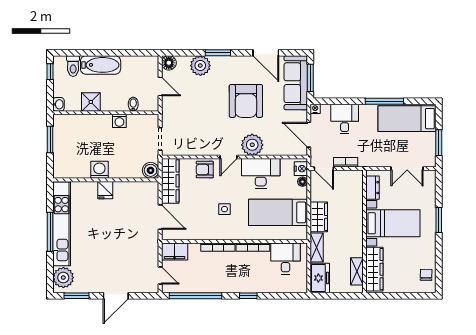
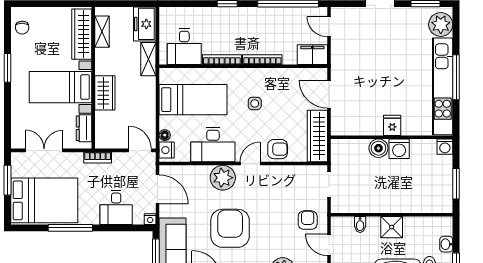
shower: (91, 102) -> (392, 227), moved
washbasin: (58, 104) -> (446, 244), moved
armchair: (179, 108) -> (308, 220), added
bed: (407, 119) -> (44, 200), width x1.50
washing machine: (119, 121) -> (445, 147), moved, turned 180
bookcase: (346, 162) -> (98, 158), moved
boiler: (151, 170) -> (378, 148), moved
wardrobe: (319, 217) -> (105, 93), moved, turned 180
window: (439, 220) -> (7, 68), moved

